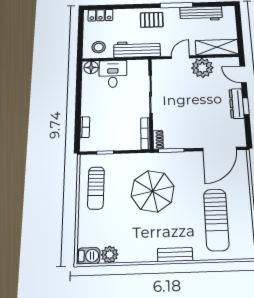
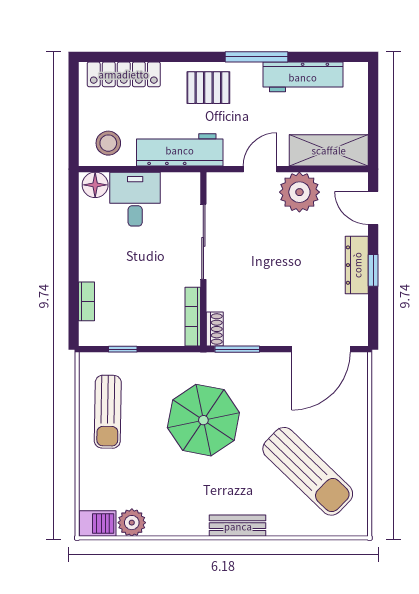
locker: (101, 15) -> (124, 74), width x1.53
sun lounger: (216, 220) -> (308, 471), turned -46

